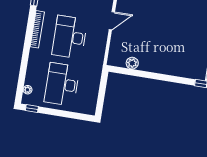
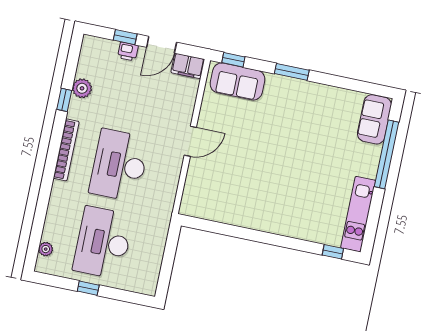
plant: (132, 63) -> (221, 213), removed
window: (32, 108) -> (88, 288), moved

